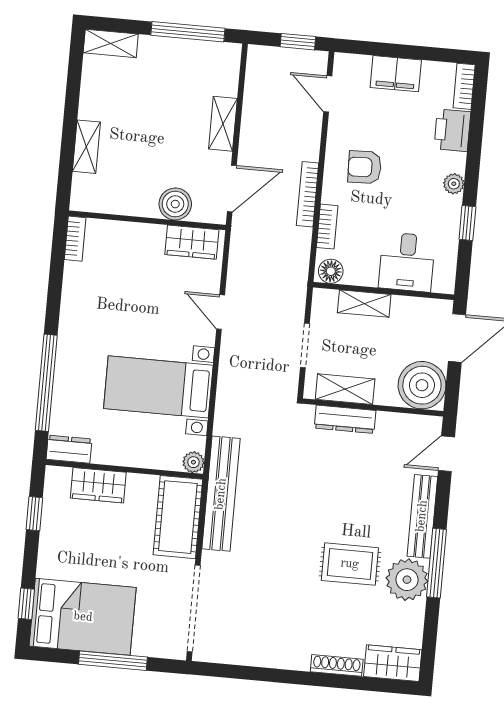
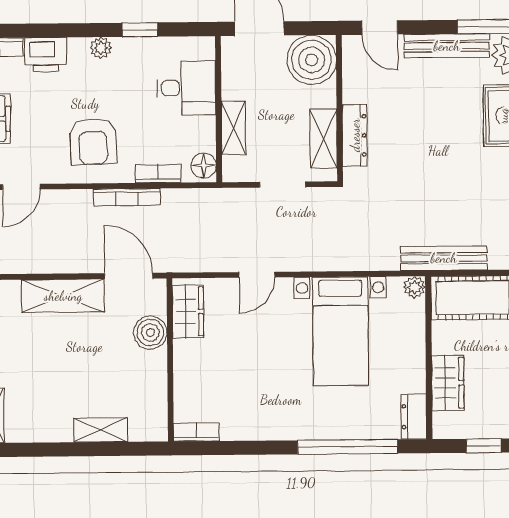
shelving: (223, 124) -> (63, 296), width x1.50, depth x1.33
armchair: (365, 167) -> (93, 141), width x1.38, depth x1.38
bench: (221, 494) -> (444, 258), width x0.73, depth x0.82

